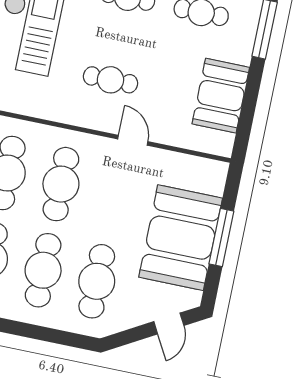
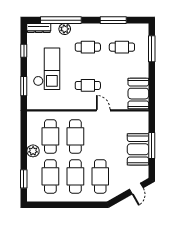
booth: (221, 96) -> (138, 94), moved
booth: (181, 238) -> (138, 149), width x0.73, depth x0.70

